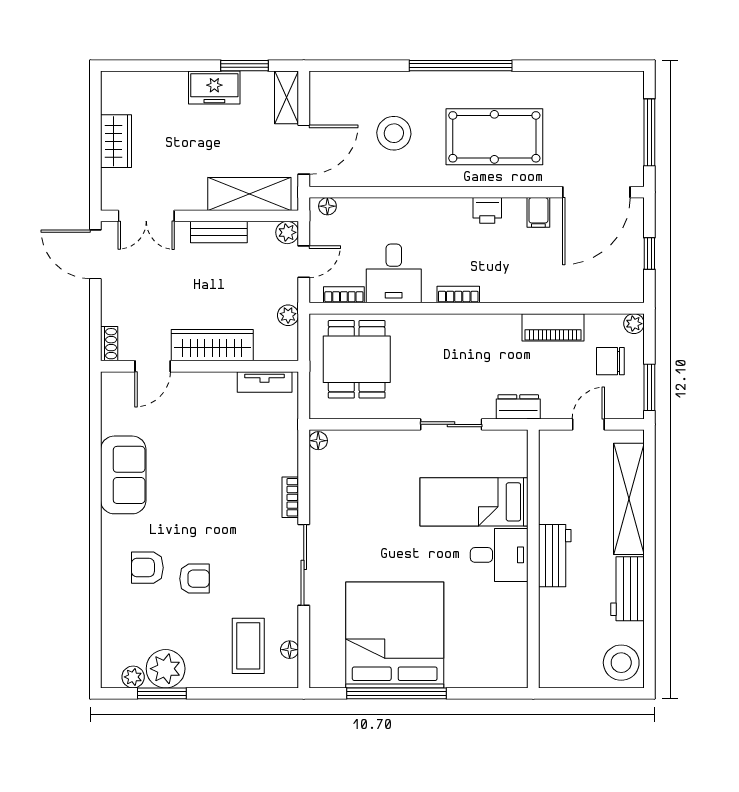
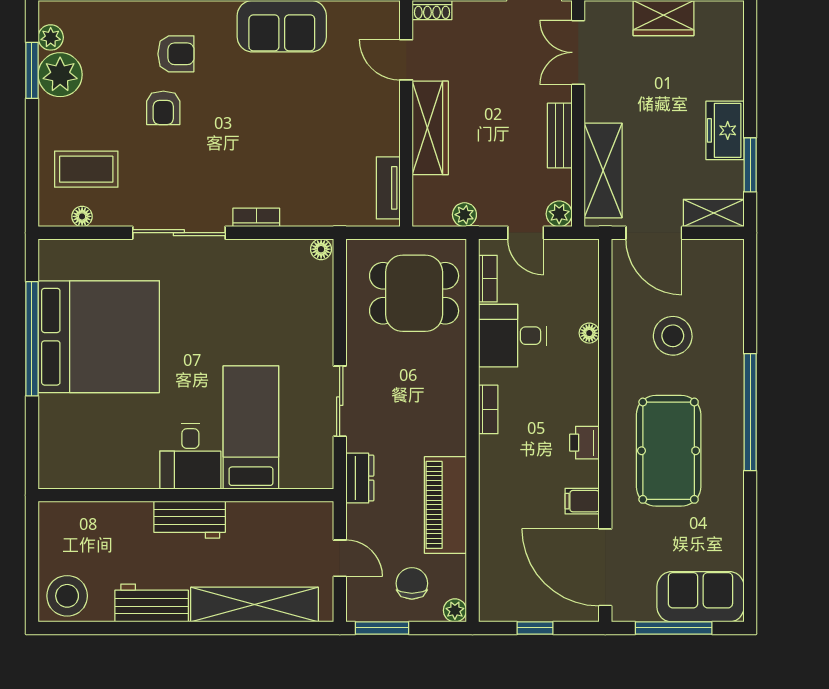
sofa: (622, 109) -> (700, 597), added
floor lamp: (327, 206) -> (589, 333), moved
piano: (553, 327) -> (445, 505), width x1.37, depth x1.33
armchair: (147, 568) -> (176, 54), turned 90

